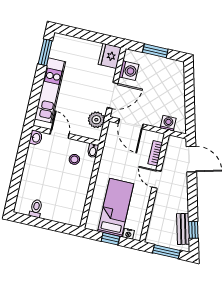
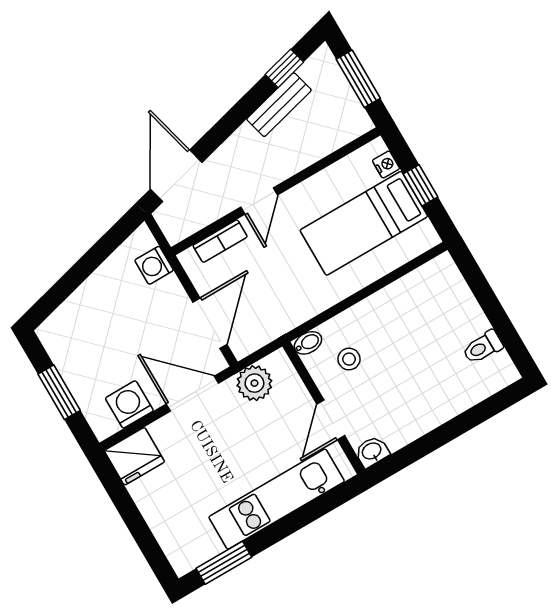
bench: (183, 229) -> (279, 105), moved

